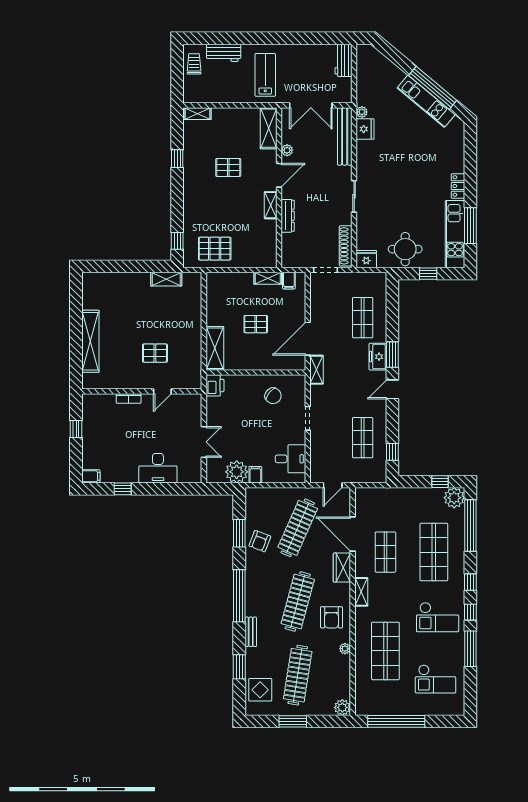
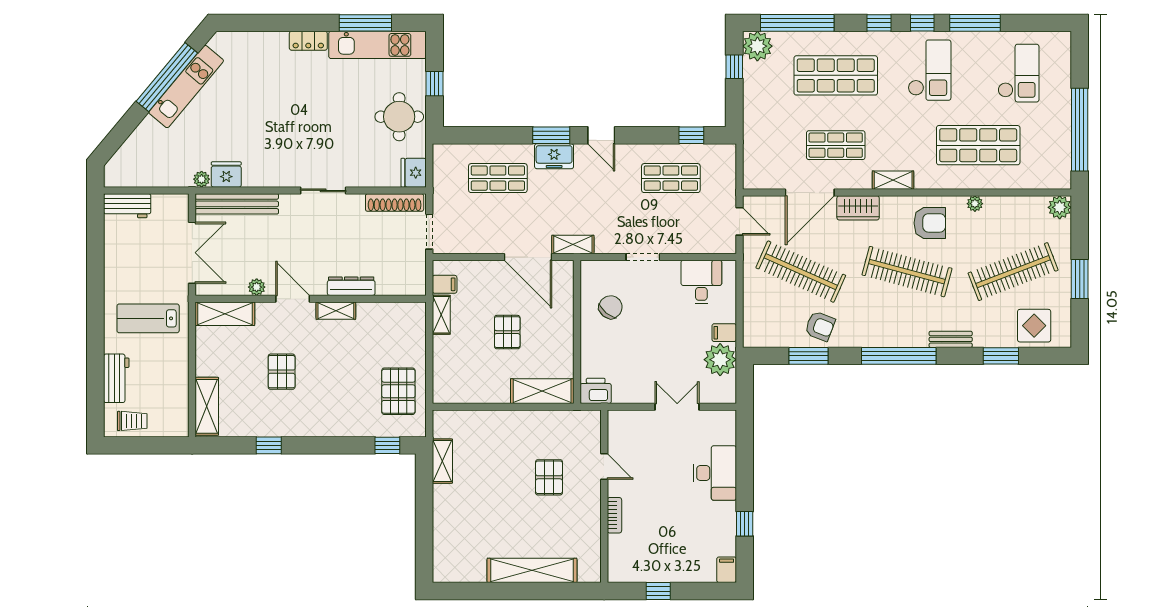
trolley: (194, 64) -> (132, 421), turned 180
shelving: (198, 114) -> (207, 406), width x1.50, depth x1.33
clothes rail: (298, 675) -> (1013, 272), turned -30

